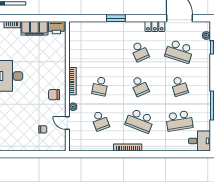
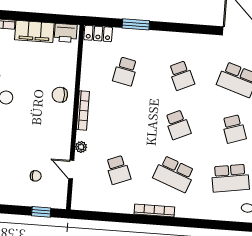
window: (116, 18) -> (136, 24), moved
locker: (155, 26) -> (98, 34), moved
school desk: (100, 86) -> (125, 71), moved
chair: (54, 95) -> (60, 95), moved
window: (48, 154) -> (41, 212), added

